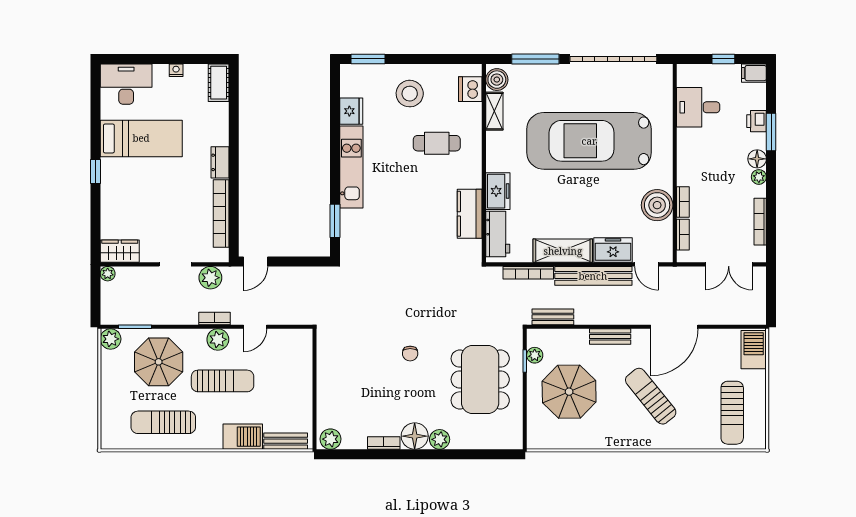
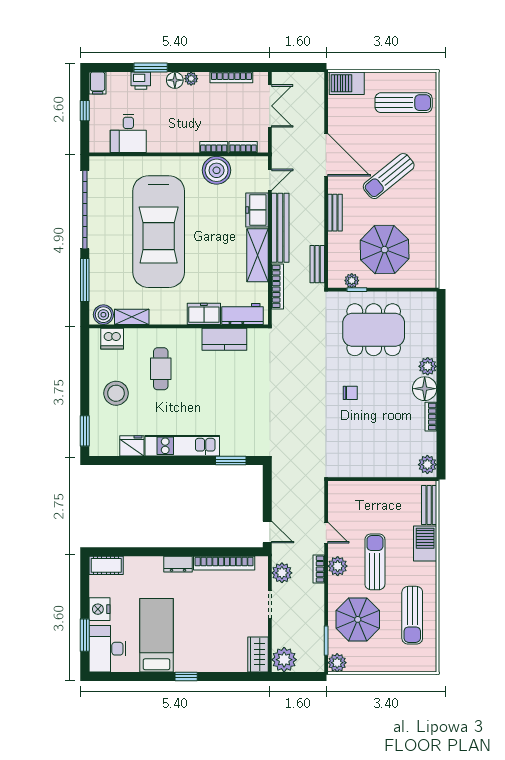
window: (141, 59) -> (85, 635), added
nightstand: (176, 70) -> (99, 609), width x1.89, depth x1.79
plant: (108, 274) -> (284, 660), width x1.88, depth x1.88

